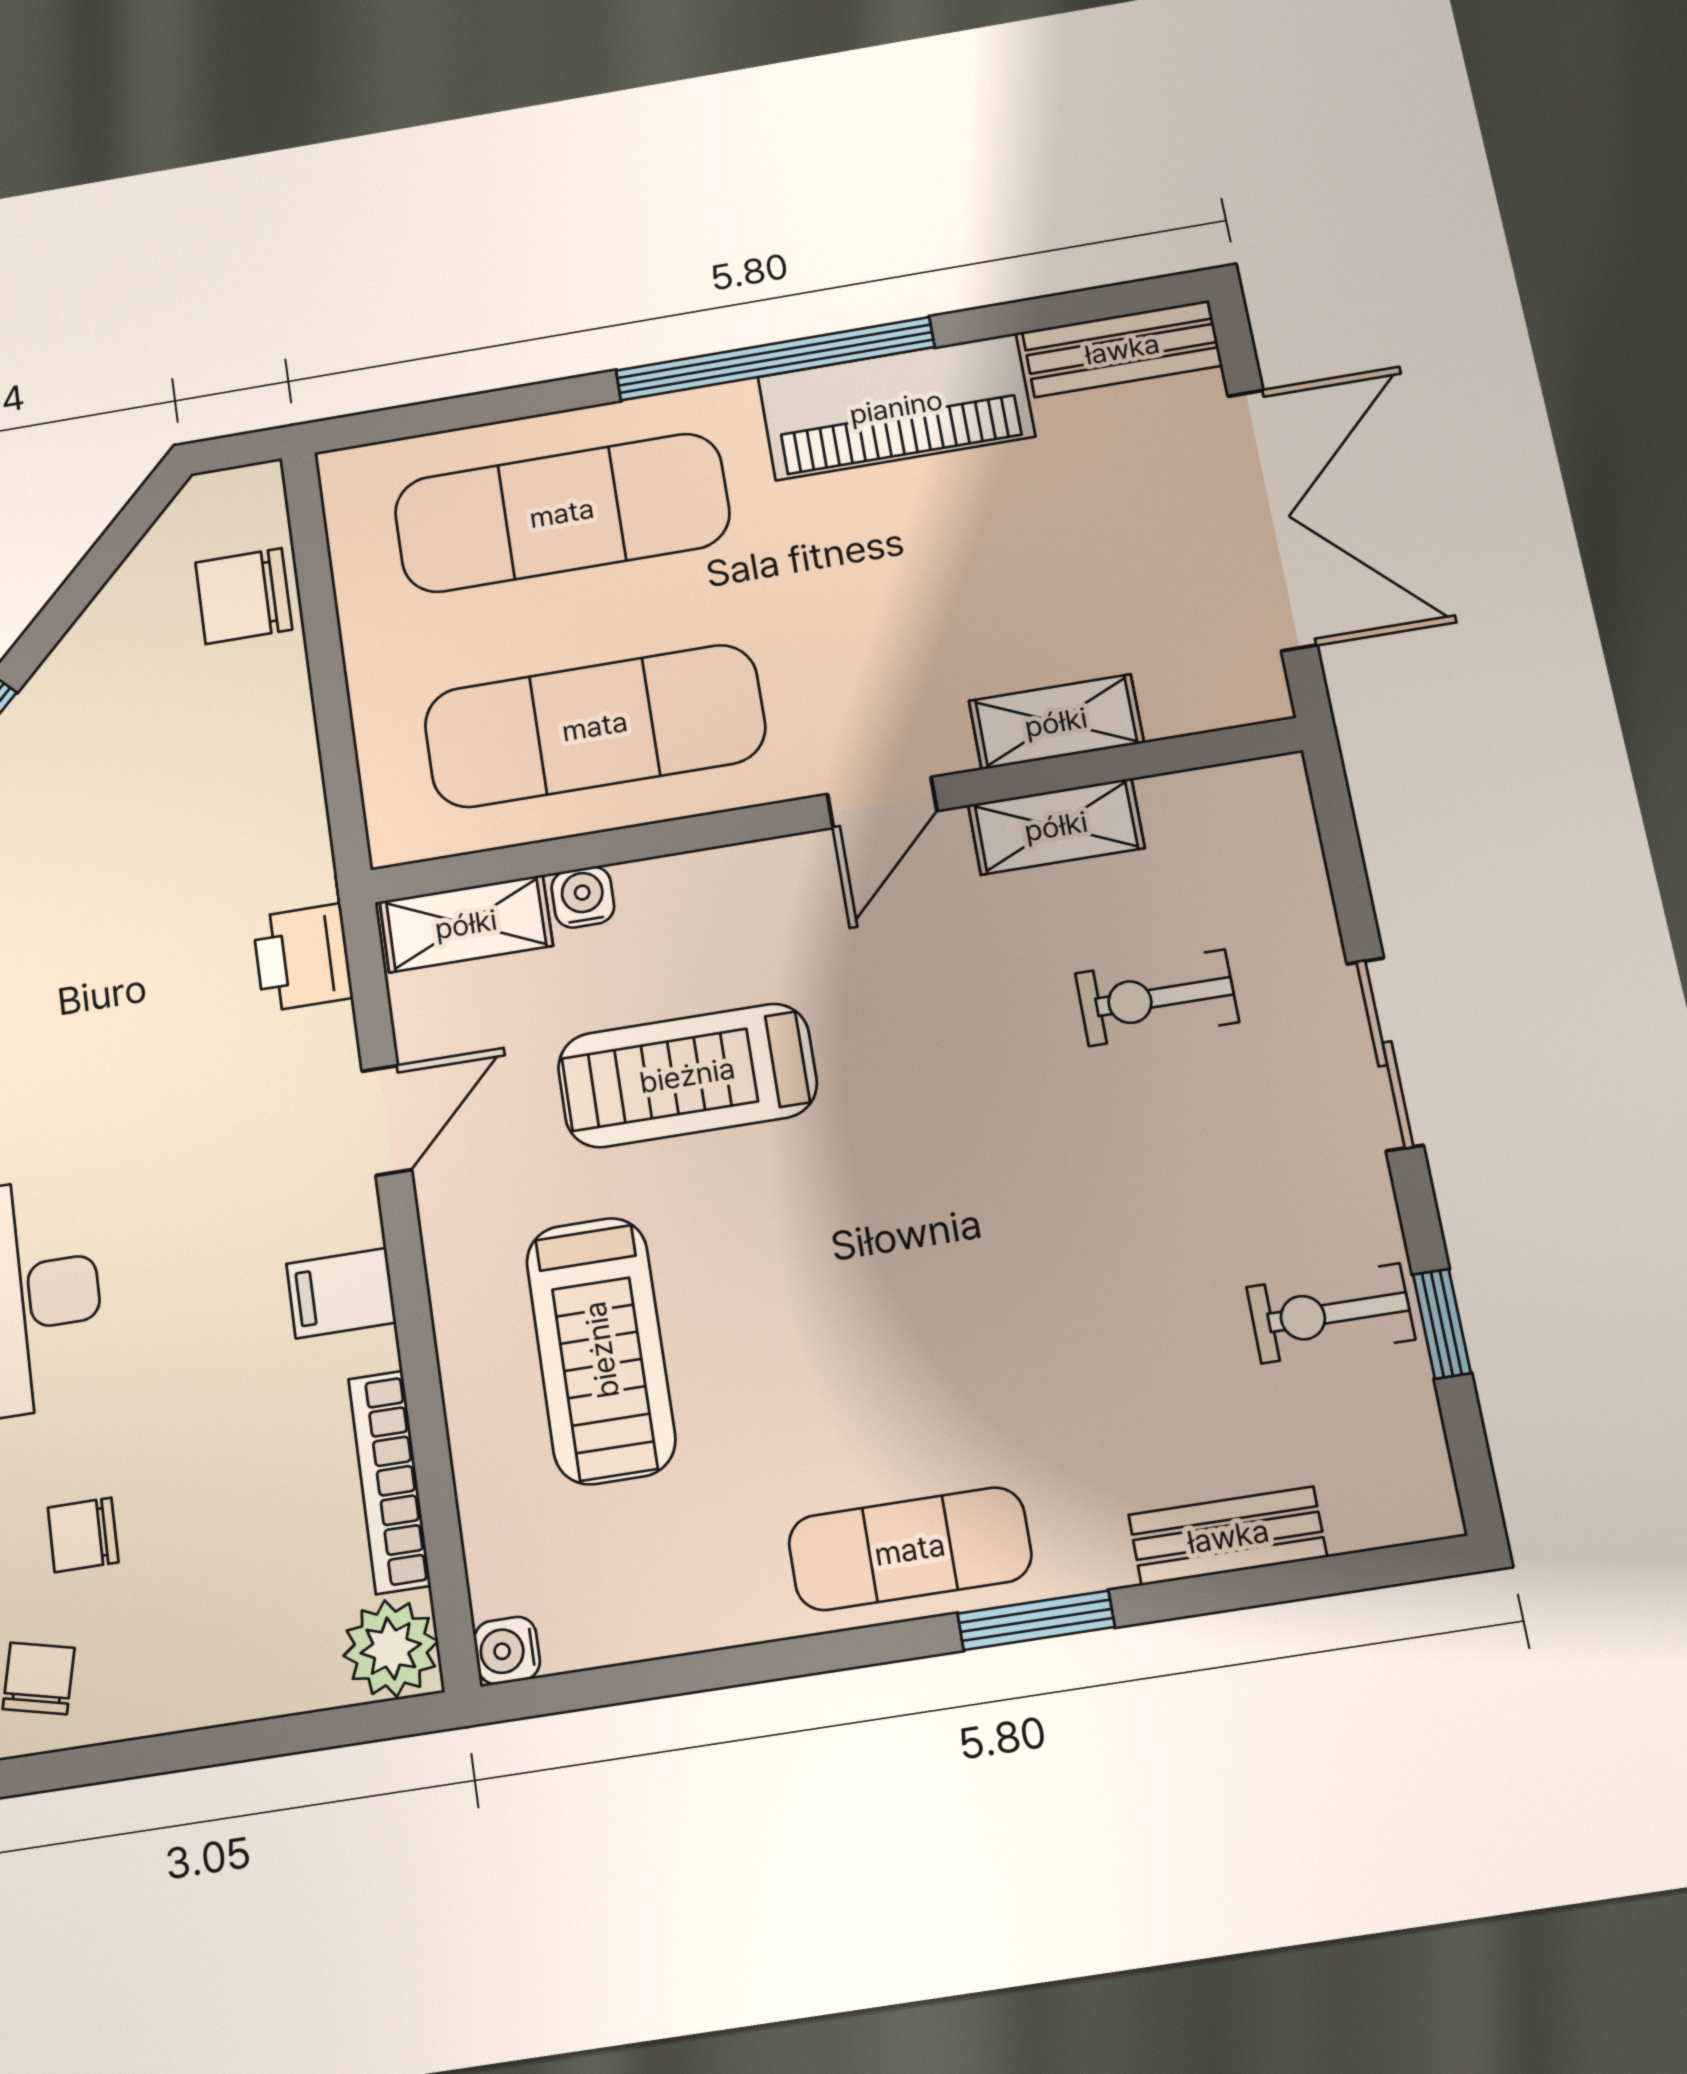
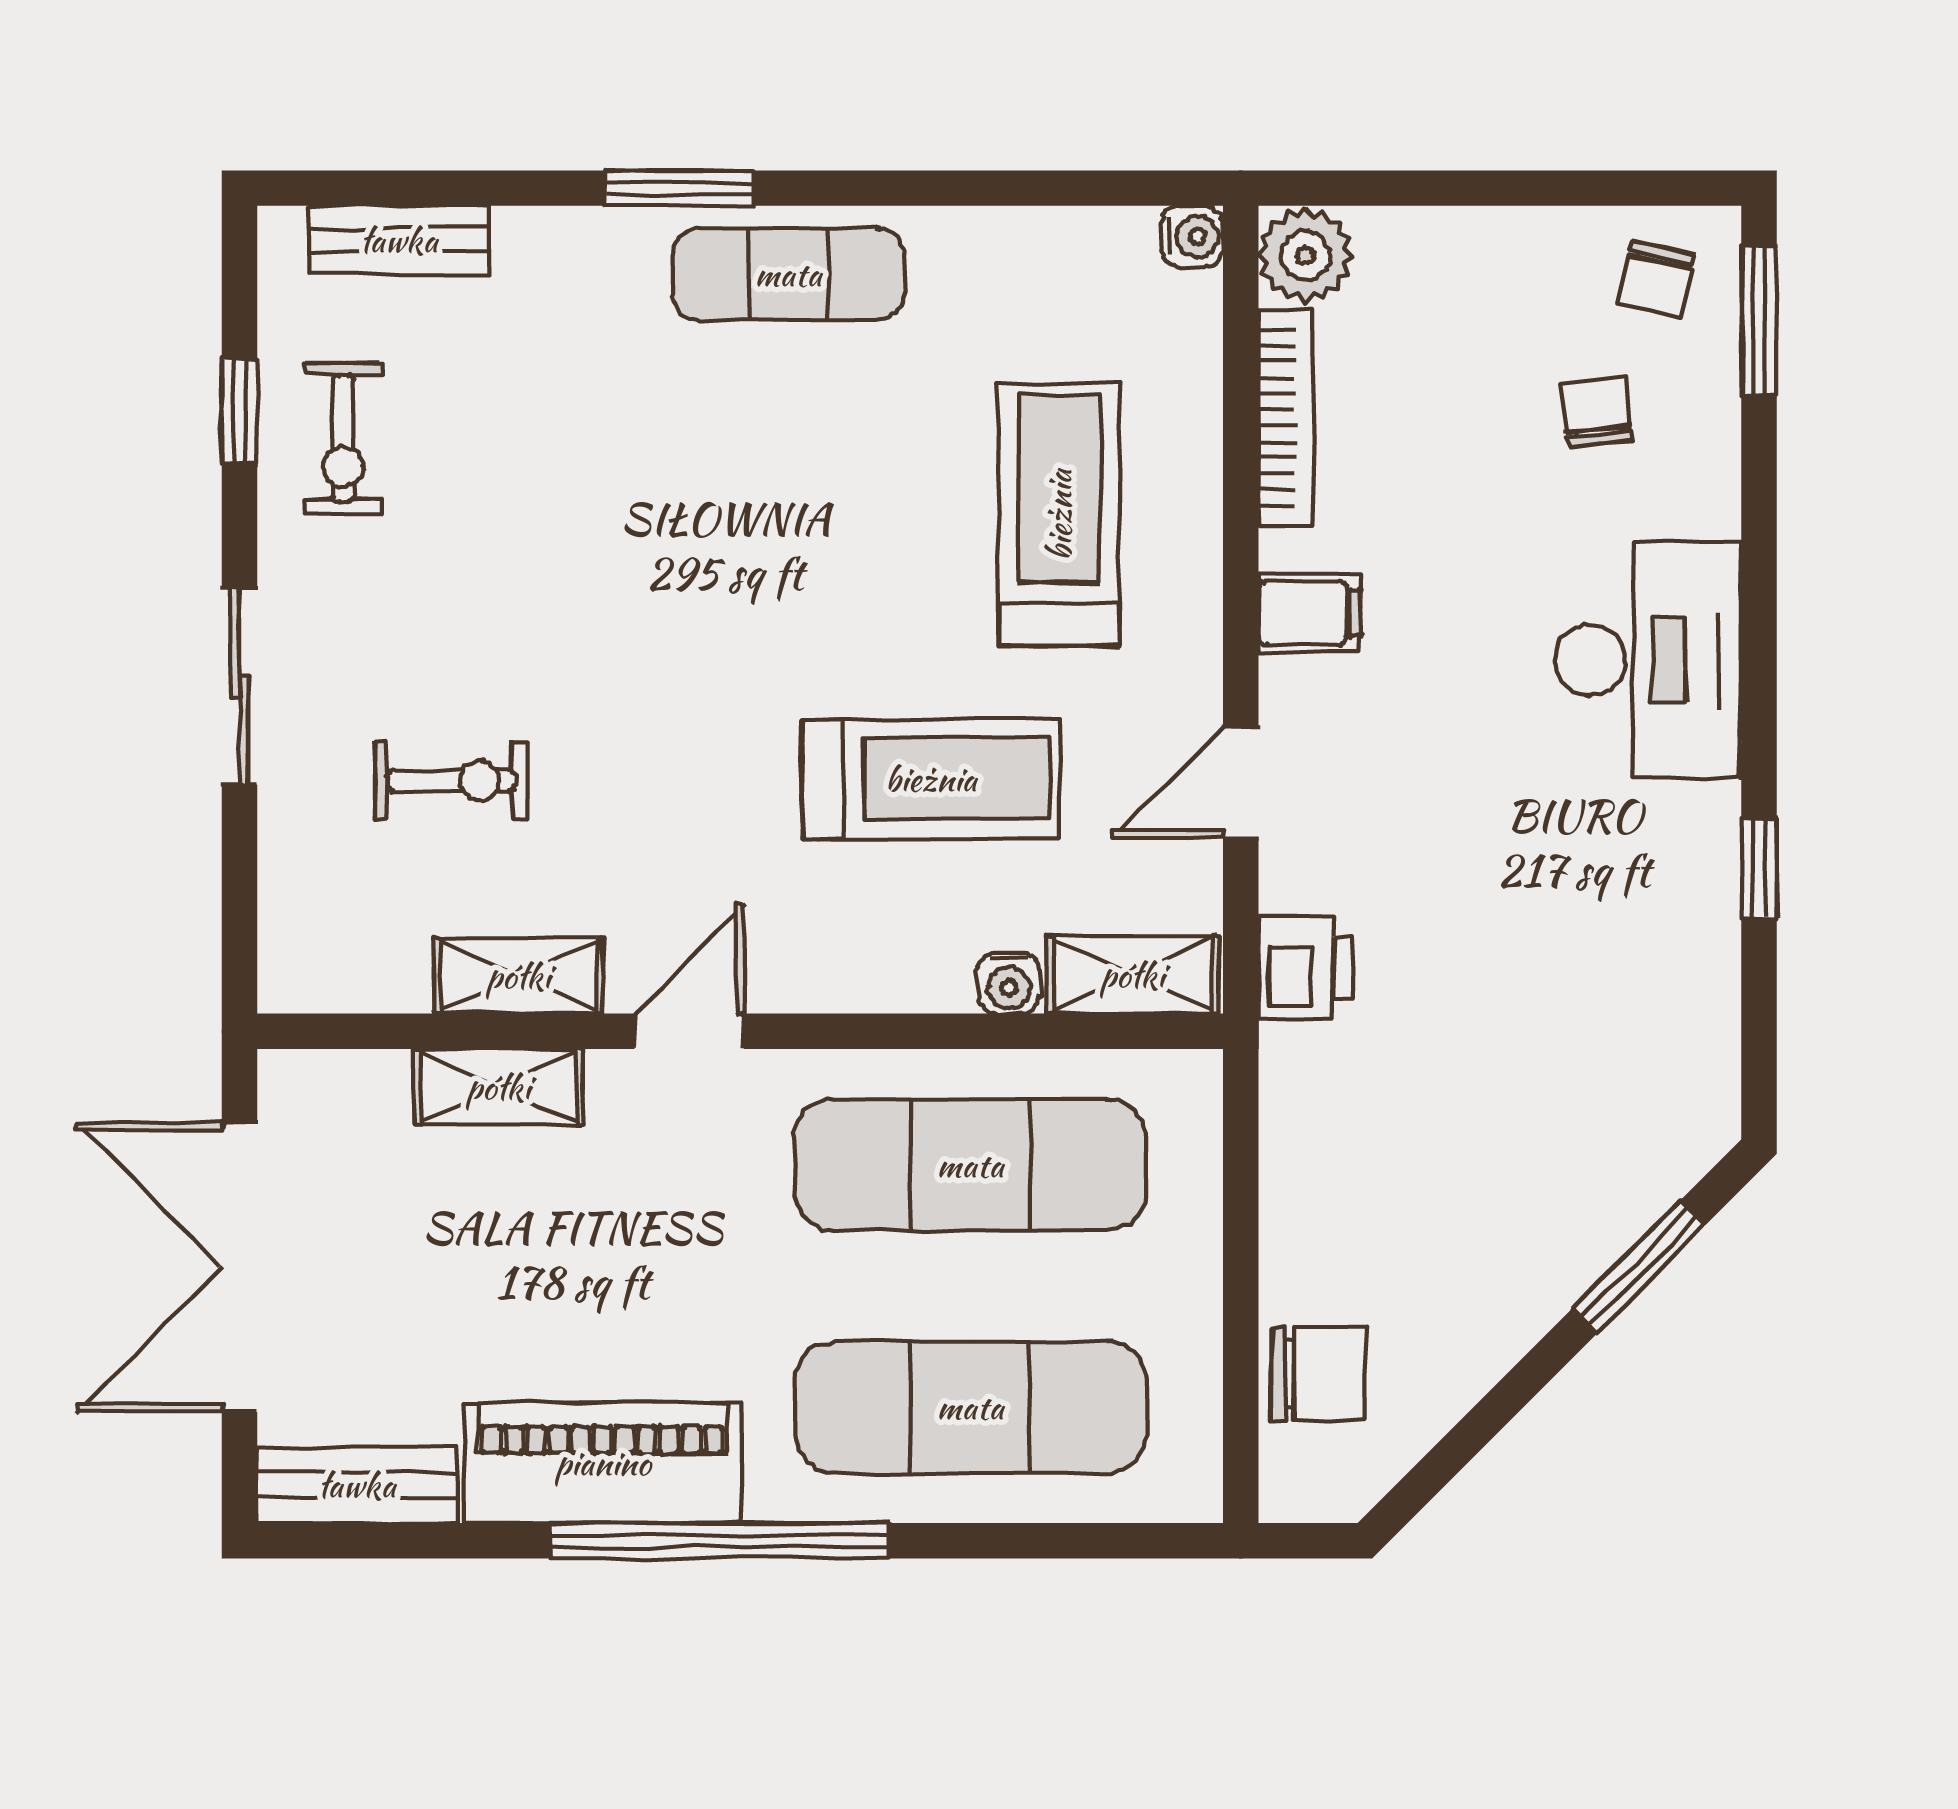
exercise bike: (1331, 1313) -> (343, 438), turned 90
chair: (83, 1535) -> (1597, 412), turned -96
bench: (1228, 1536) -> (399, 240), moved

